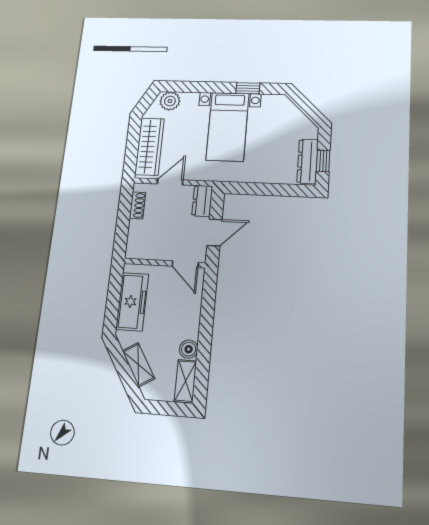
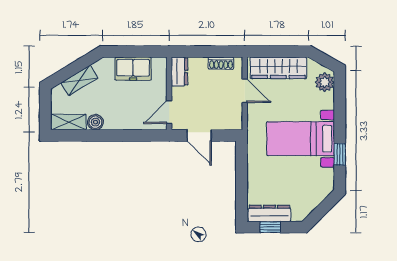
dresser: (202, 201) -> (179, 72), moved, turned 90
freezer: (132, 302) -> (133, 69), width x0.71

